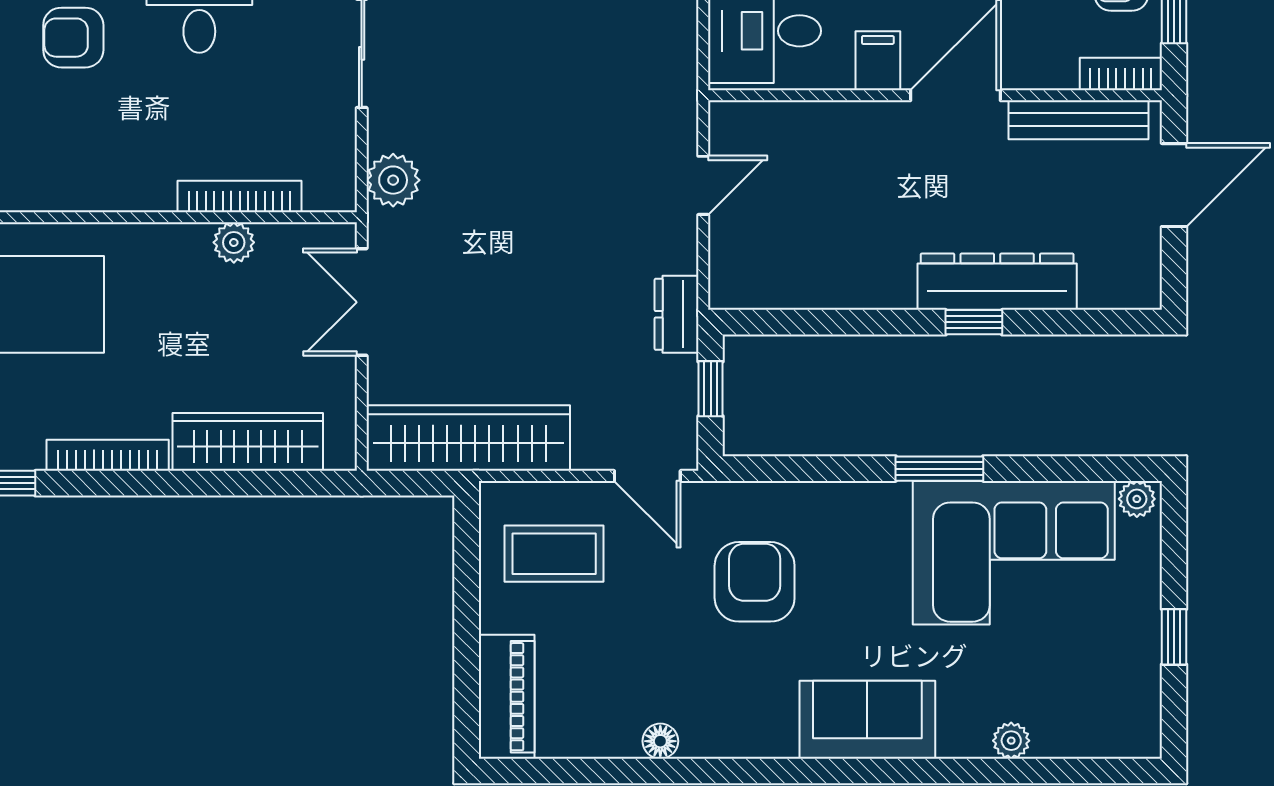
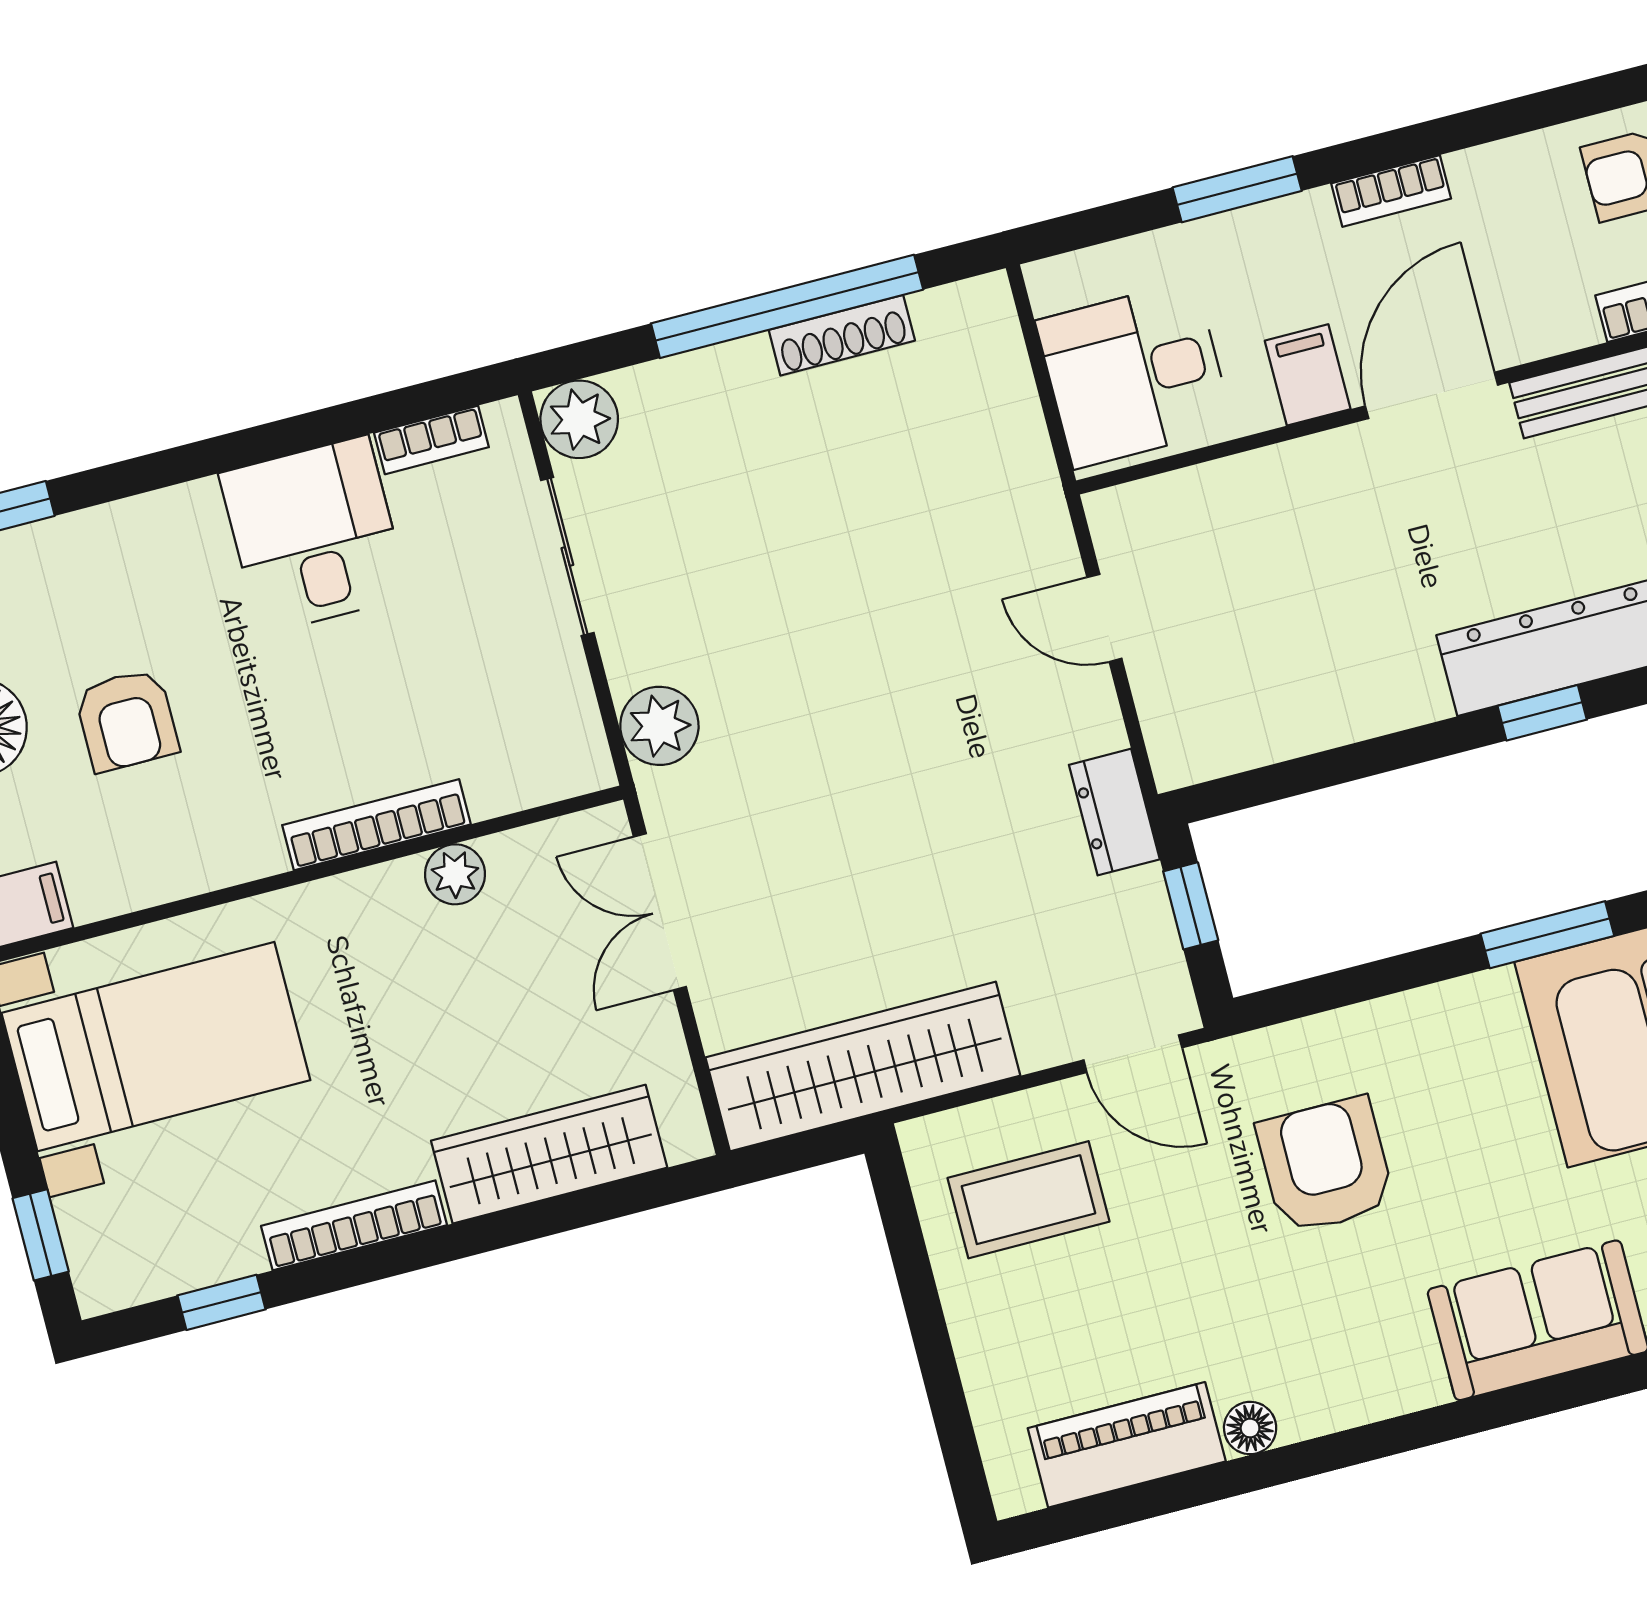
armchair: (73, 38) -> (127, 720), moved, turned -90
door: (703, 185) -> (1104, 618), swing flipped
bookcase: (240, 197) -> (376, 825), moved
piano: (507, 697) -> (1127, 1445), moved, turned -90

